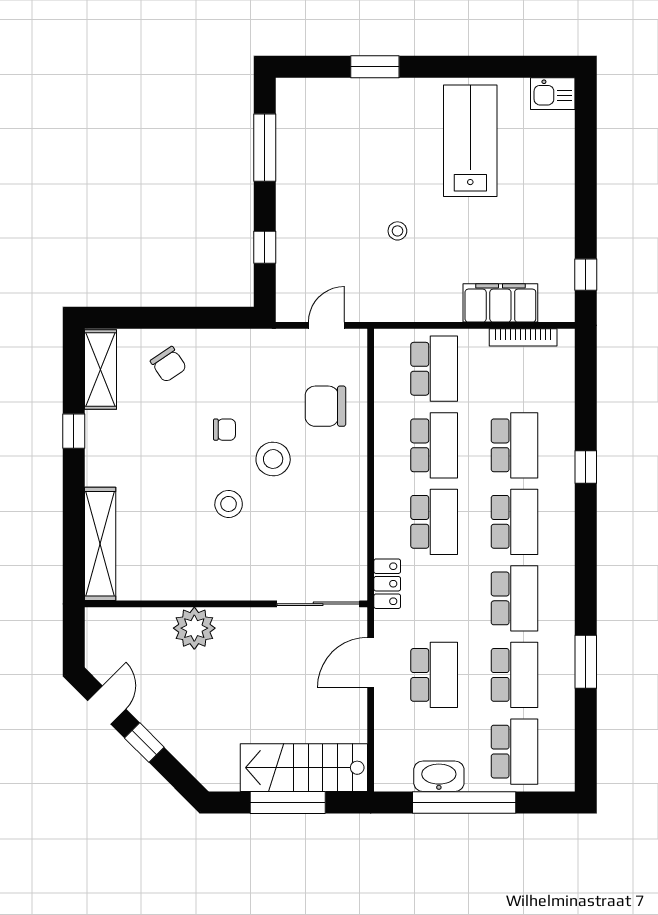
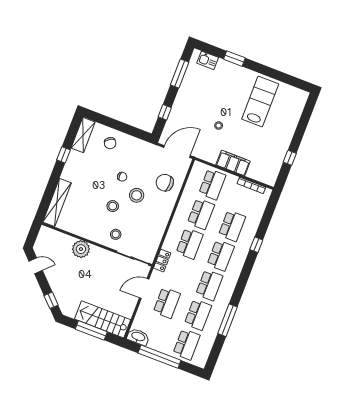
kitchen sink: (553, 94) -> (208, 60), moved
window: (586, 275) -> (290, 158), moved
filing cabinet: (500, 303) -> (233, 163), moved
door: (326, 325) -> (177, 152), width x1.87
stool: (260, 565) -> (116, 234), added
window: (586, 662) -> (227, 320), width x1.44
door: (107, 705) -> (36, 266), hinge flipped
window: (144, 743) -> (51, 300), moved
washbasin: (439, 776) -> (138, 337), moved

